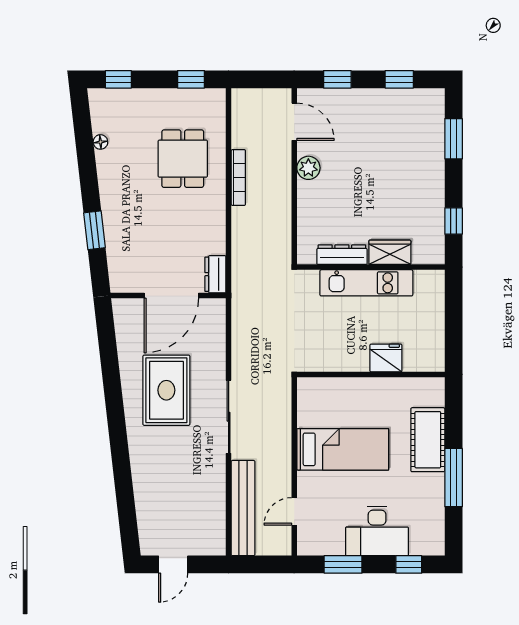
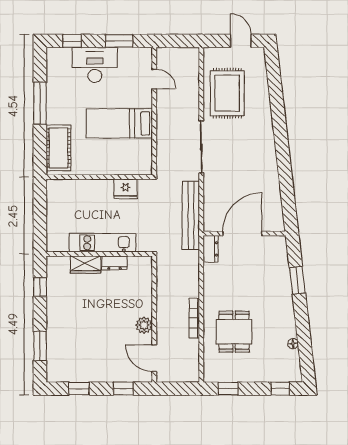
dresser: (342, 255) -> (114, 263), width x0.70
fridge: (386, 358) -> (126, 189), moved
rug: (166, 390) -> (227, 93), moved
cot: (428, 440) -> (58, 148), moved
bench: (243, 508) -> (191, 216), moved
door: (294, 511) -> (154, 79), hinge flipped
door: (173, 564) -> (241, 41), hinge flipped

